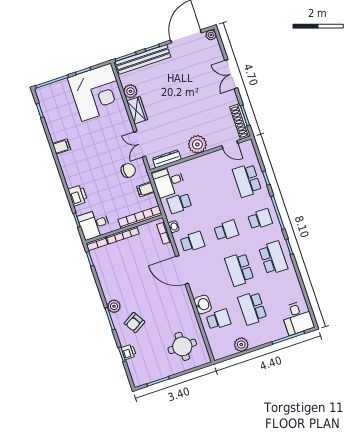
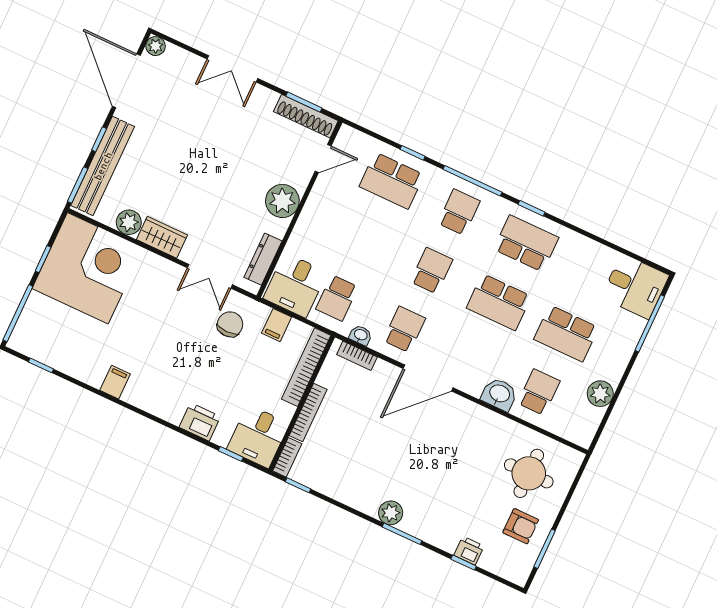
armchair: (134, 323) -> (521, 526), moved, turned -59

